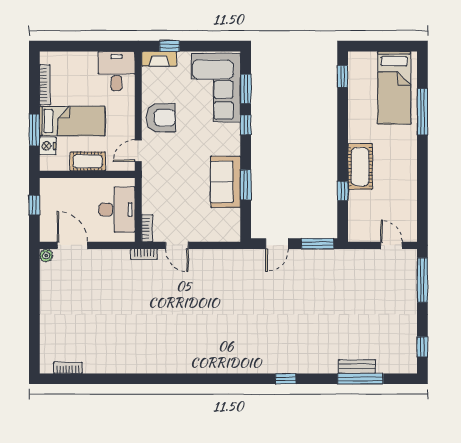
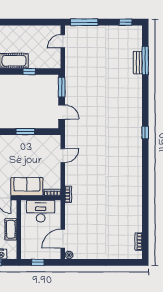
sofa: (226, 182) -> (27, 187), moved, turned 180
door: (177, 245) -> (63, 156), moved
window: (286, 379) -> (145, 133), moved

